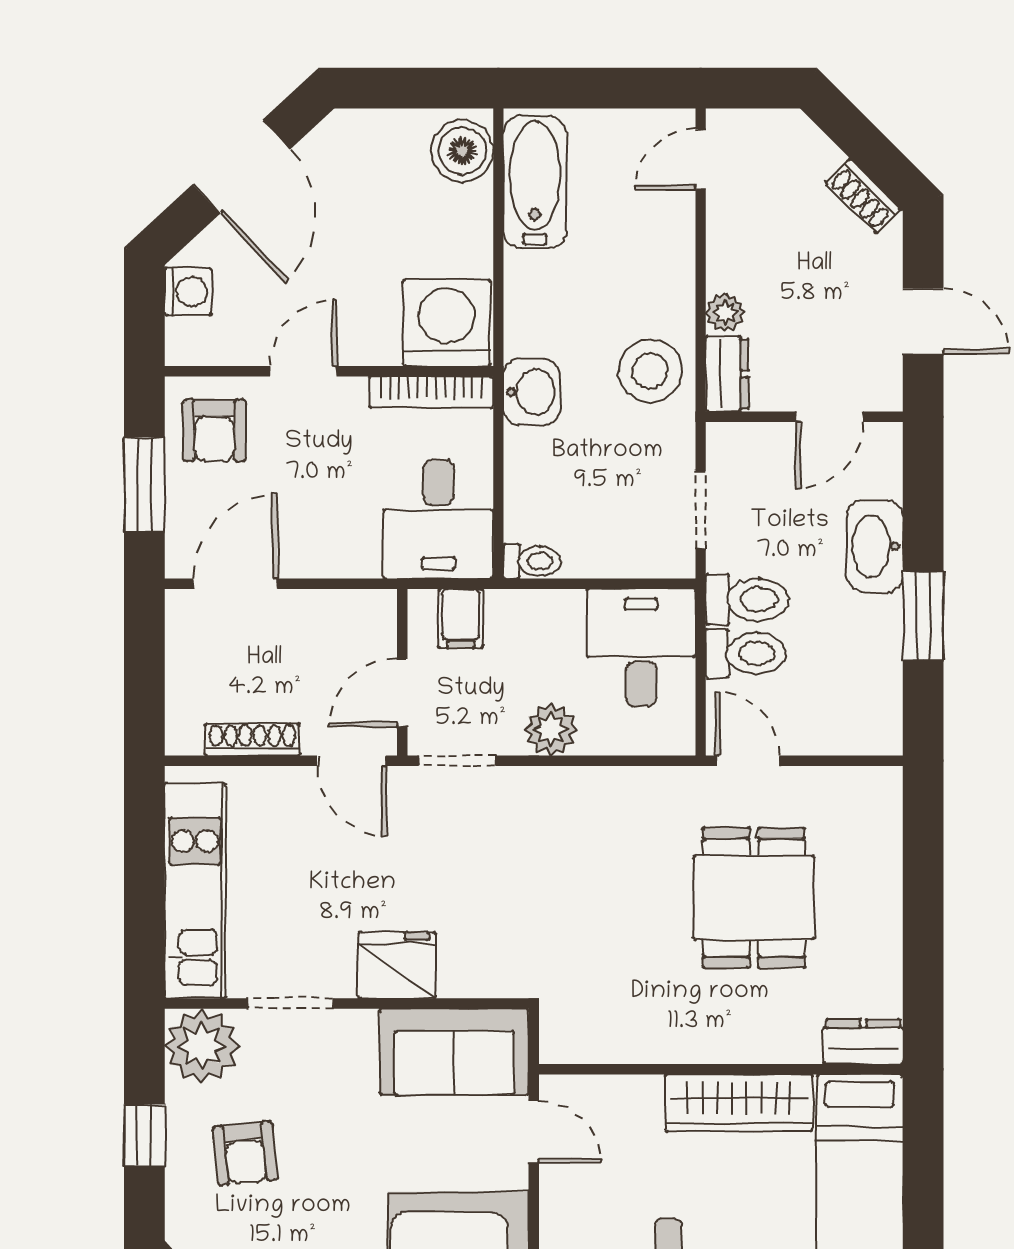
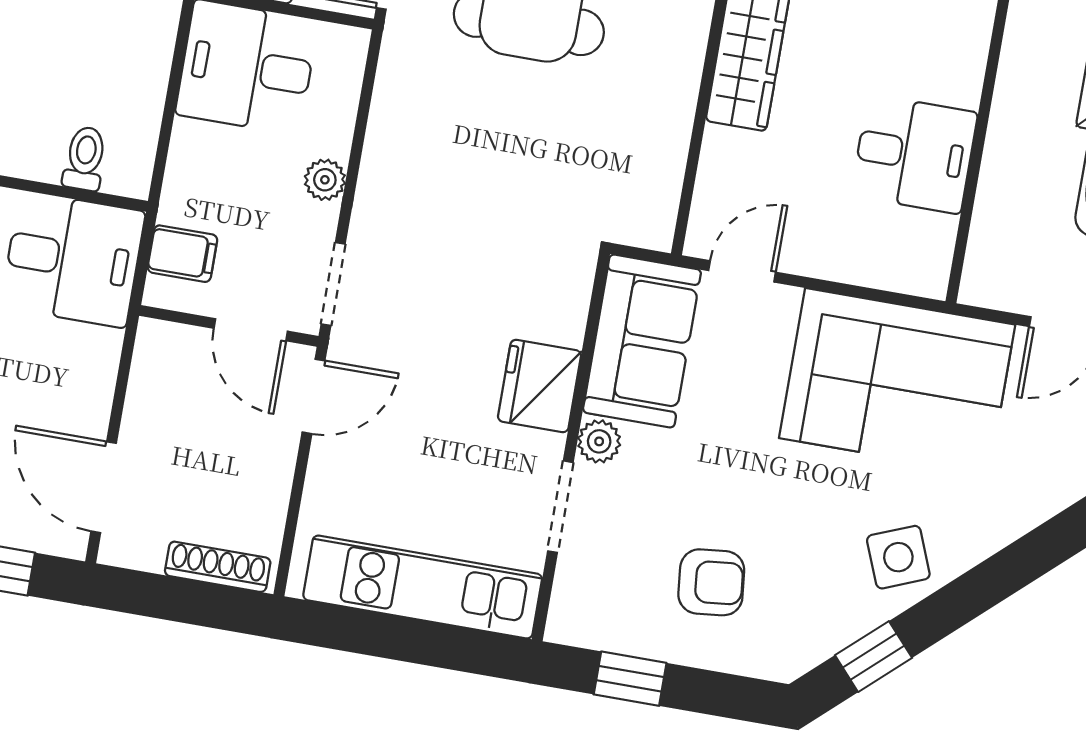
toilet: (532, 561) -> (85, 159), moved
plant: (551, 729) -> (325, 180), width x0.73, depth x0.73
shoe rack: (252, 739) -> (218, 567), moved, turned 90
plant: (202, 1046) -> (599, 441), moved, width x0.53, depth x0.53
window: (144, 1135) -> (630, 679), moved

